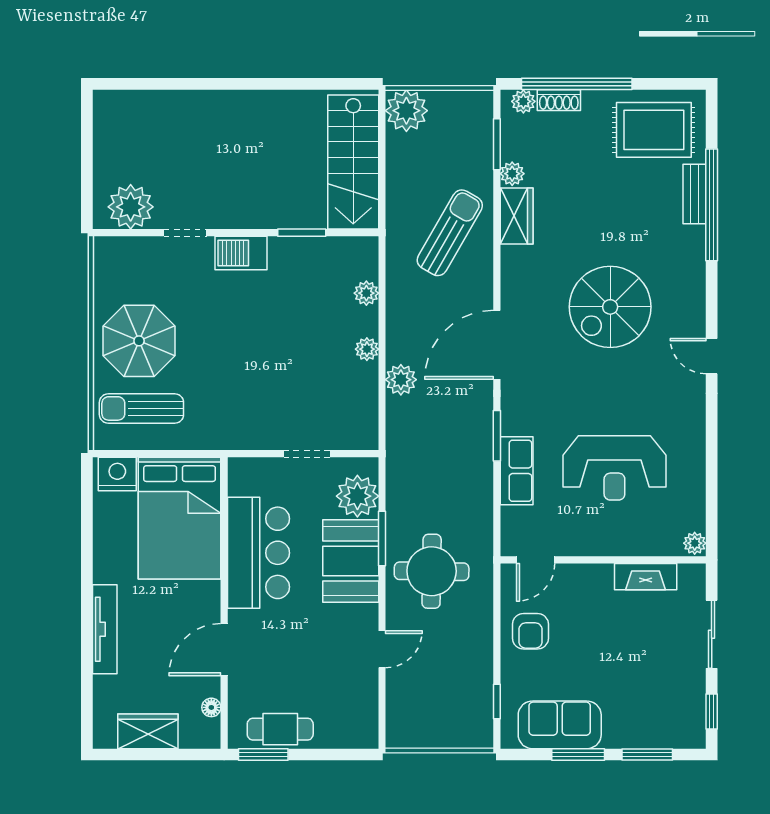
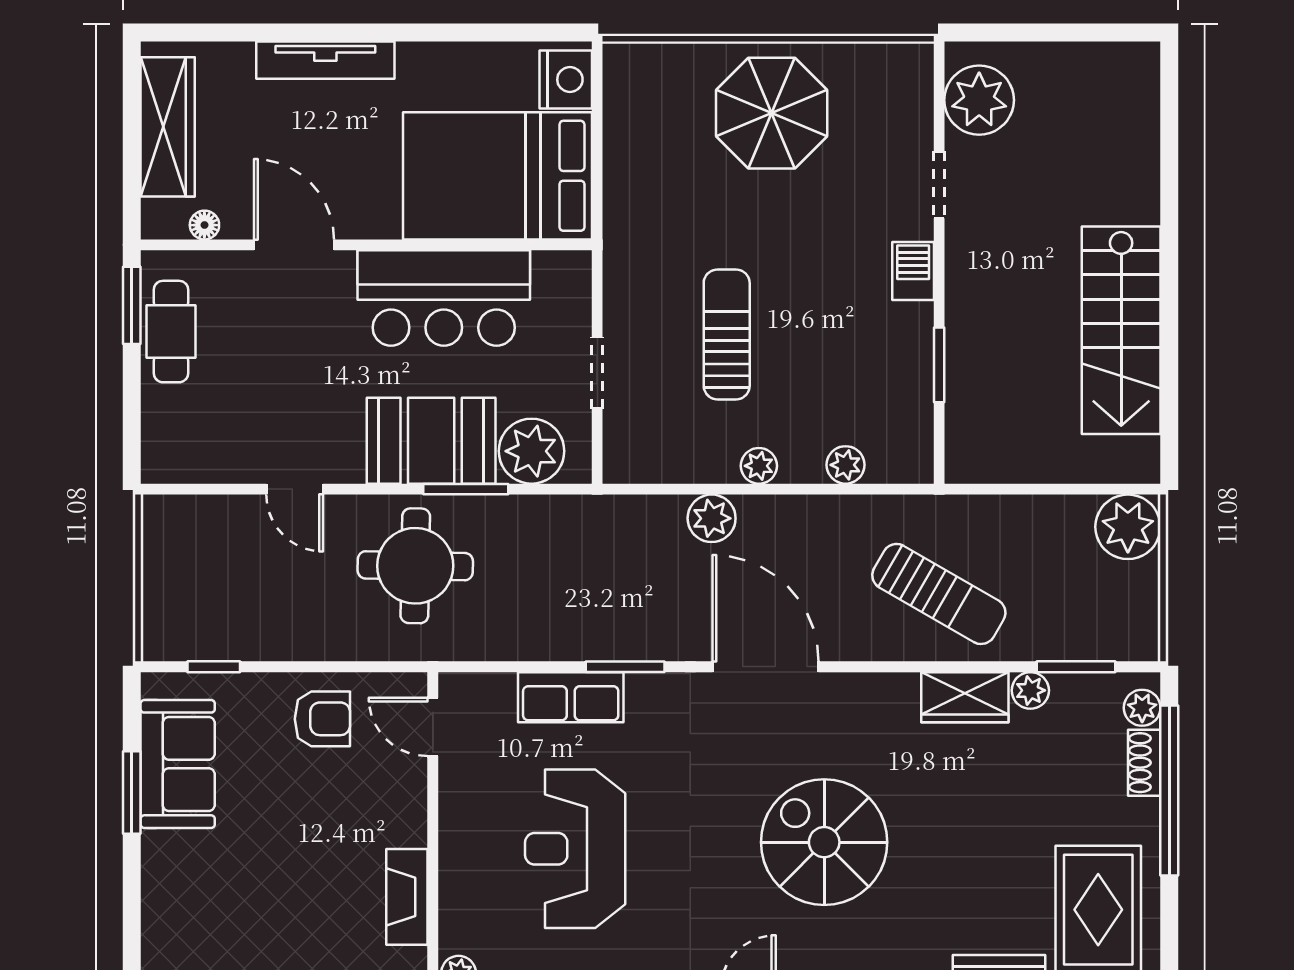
stairs: (353, 162) -> (1121, 330), moved, turned -90
barbecue: (241, 253) -> (913, 271), width x0.73, depth x0.79
sun lounger: (141, 408) -> (727, 334), moved
armchair: (530, 631) -> (322, 719), turned 180
wardrobe: (148, 731) -> (168, 127), width x1.50
window: (647, 754) -> (132, 899), removed

